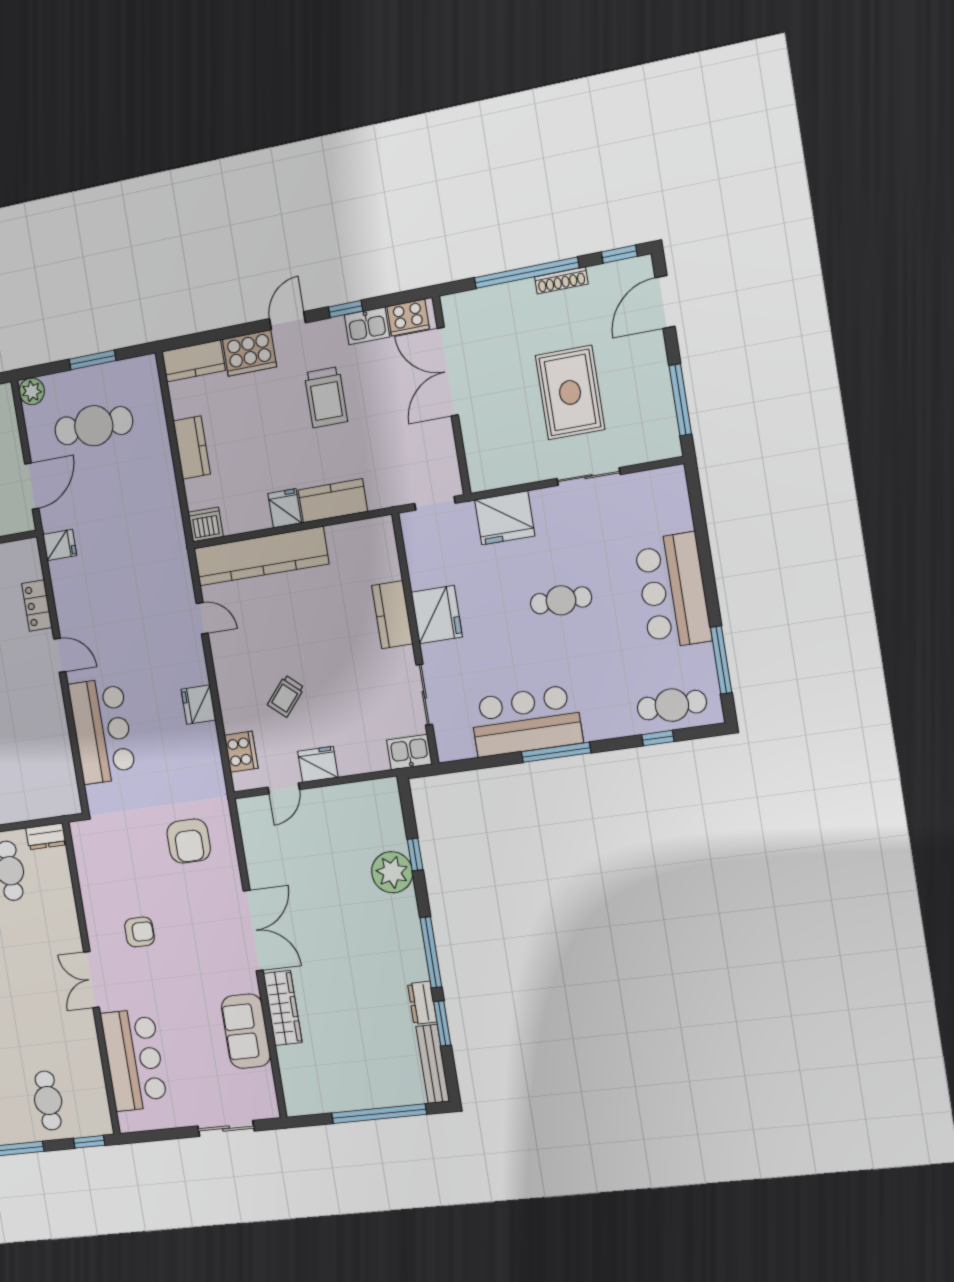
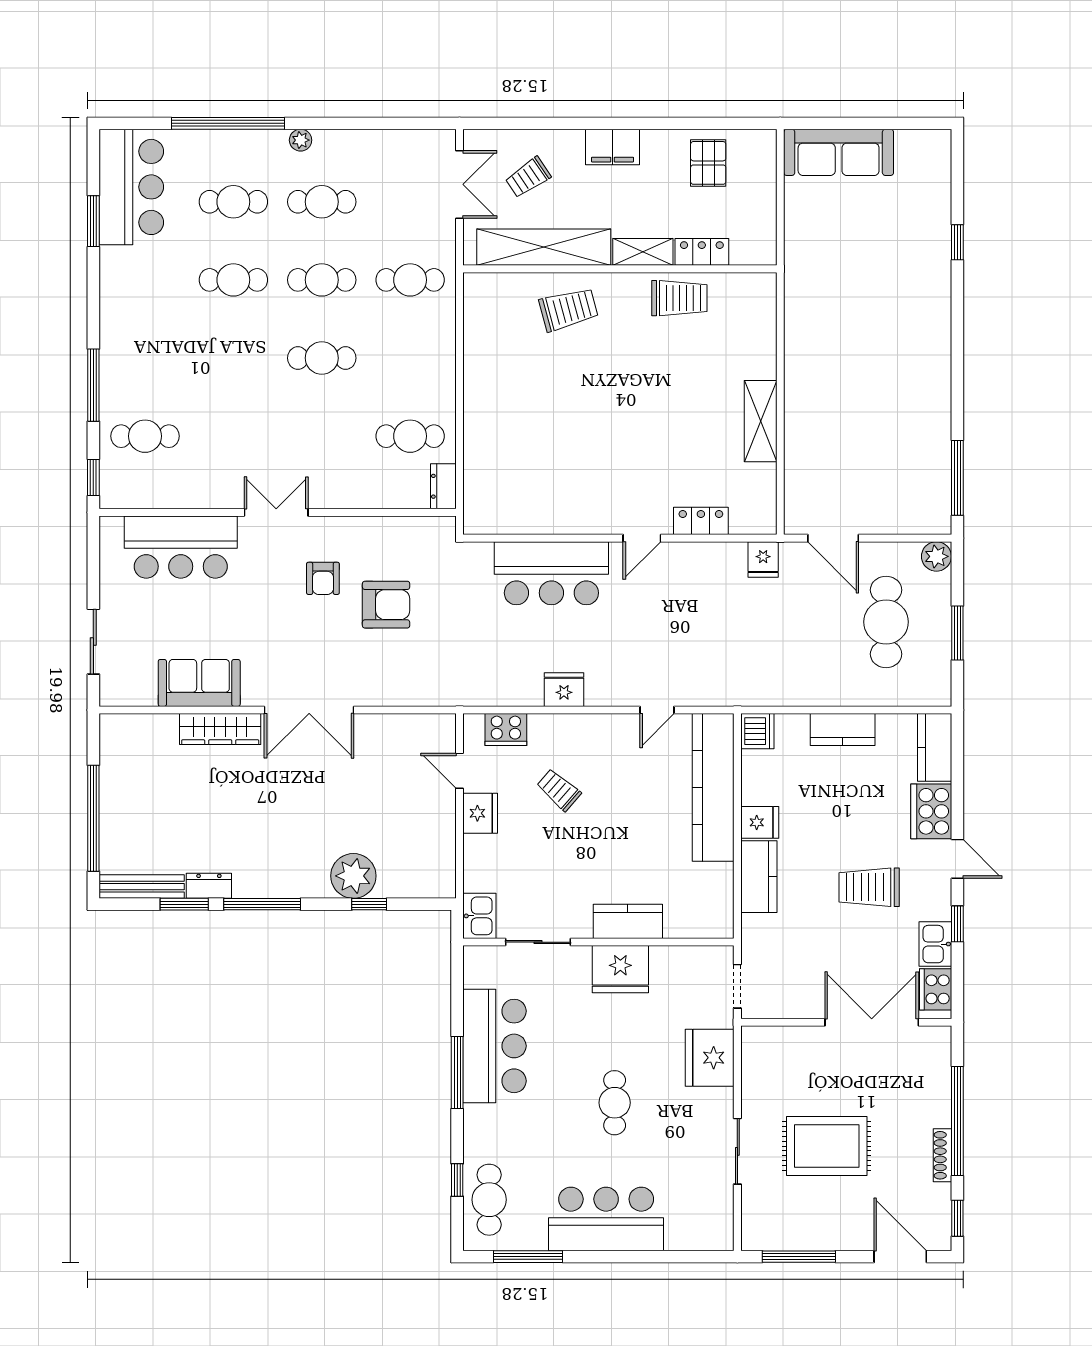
armchair: (189, 841) -> (386, 605), moved, turned 180

